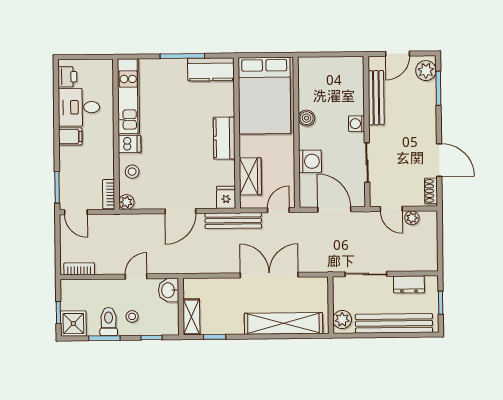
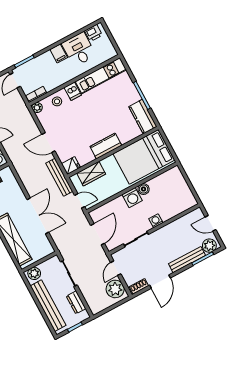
bench: (376, 98) -> (187, 260), moved
washing machine: (310, 161) -> (132, 198), moved
plant: (412, 218) -> (115, 289), width x1.88, depth x1.88

